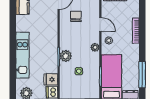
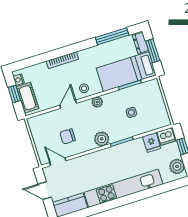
kitchen unit: (22, 55) -> (123, 188), width x1.36
plant: (66, 56) -> (102, 139), moved

